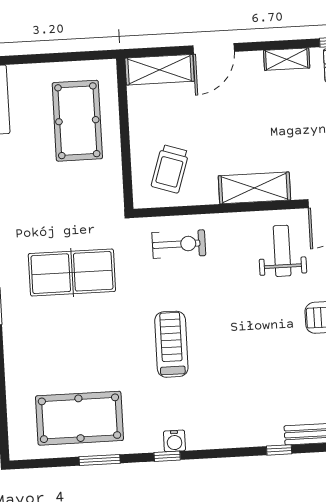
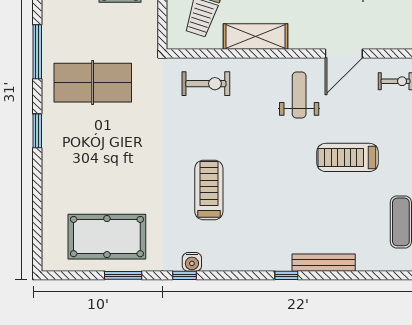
shelving: (254, 188) -> (256, 37), moved
table tennis table: (72, 272) -> (93, 83), moved
treadmill: (171, 344) -> (209, 190), moved

